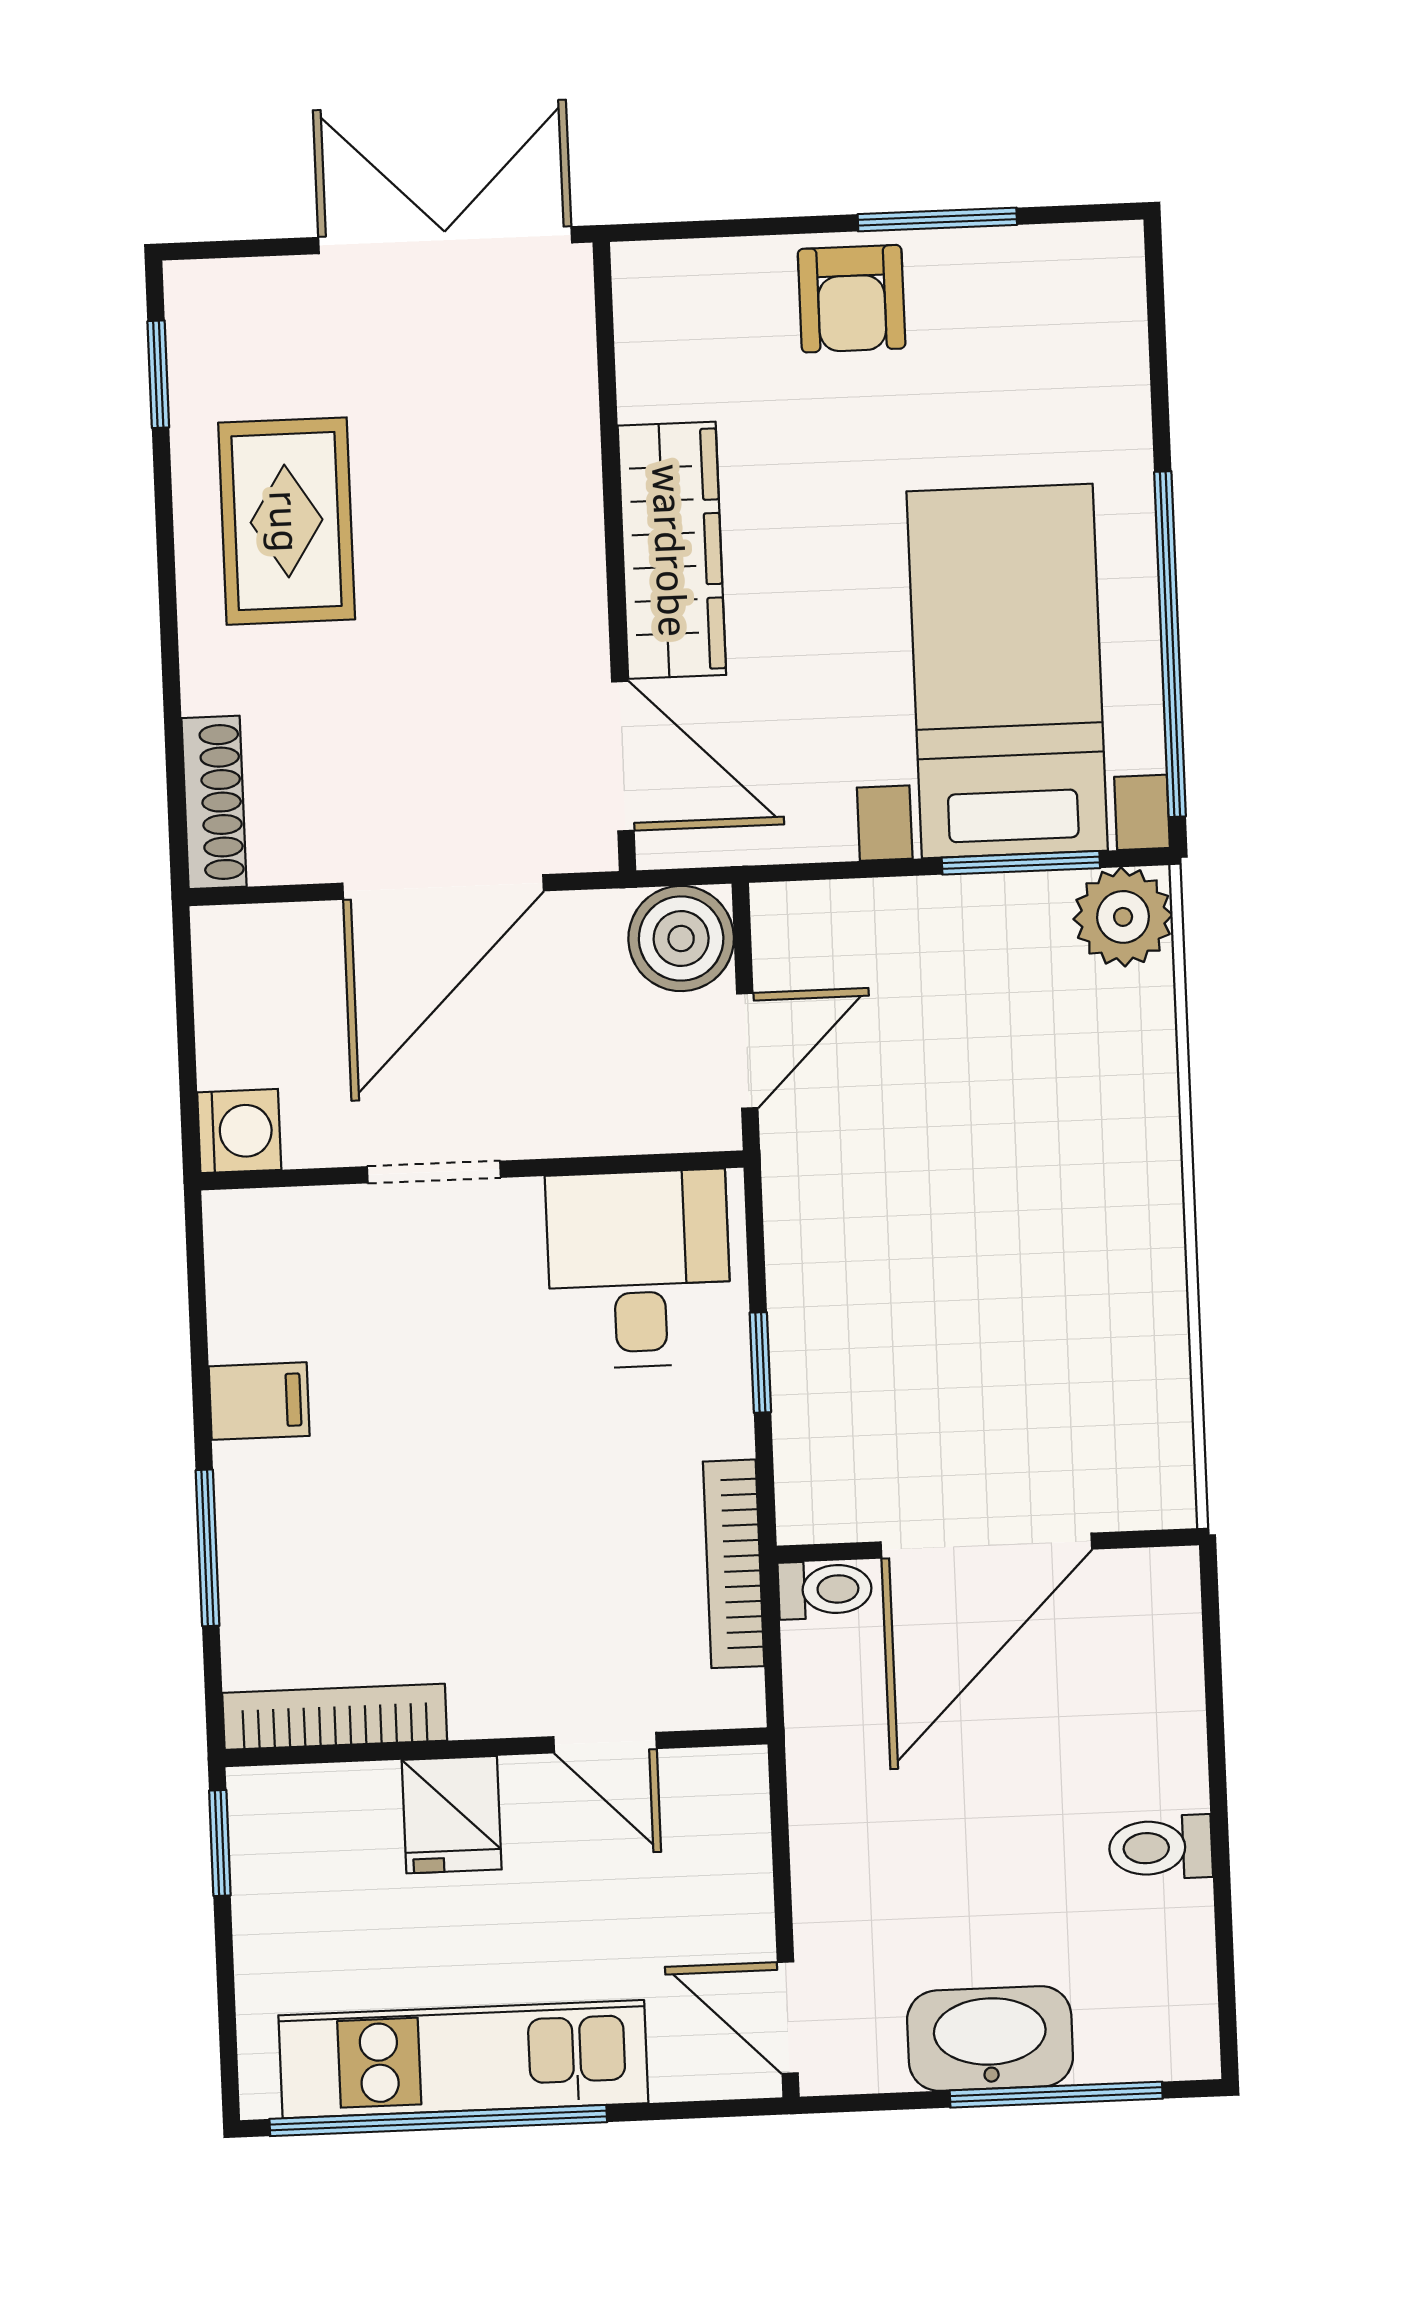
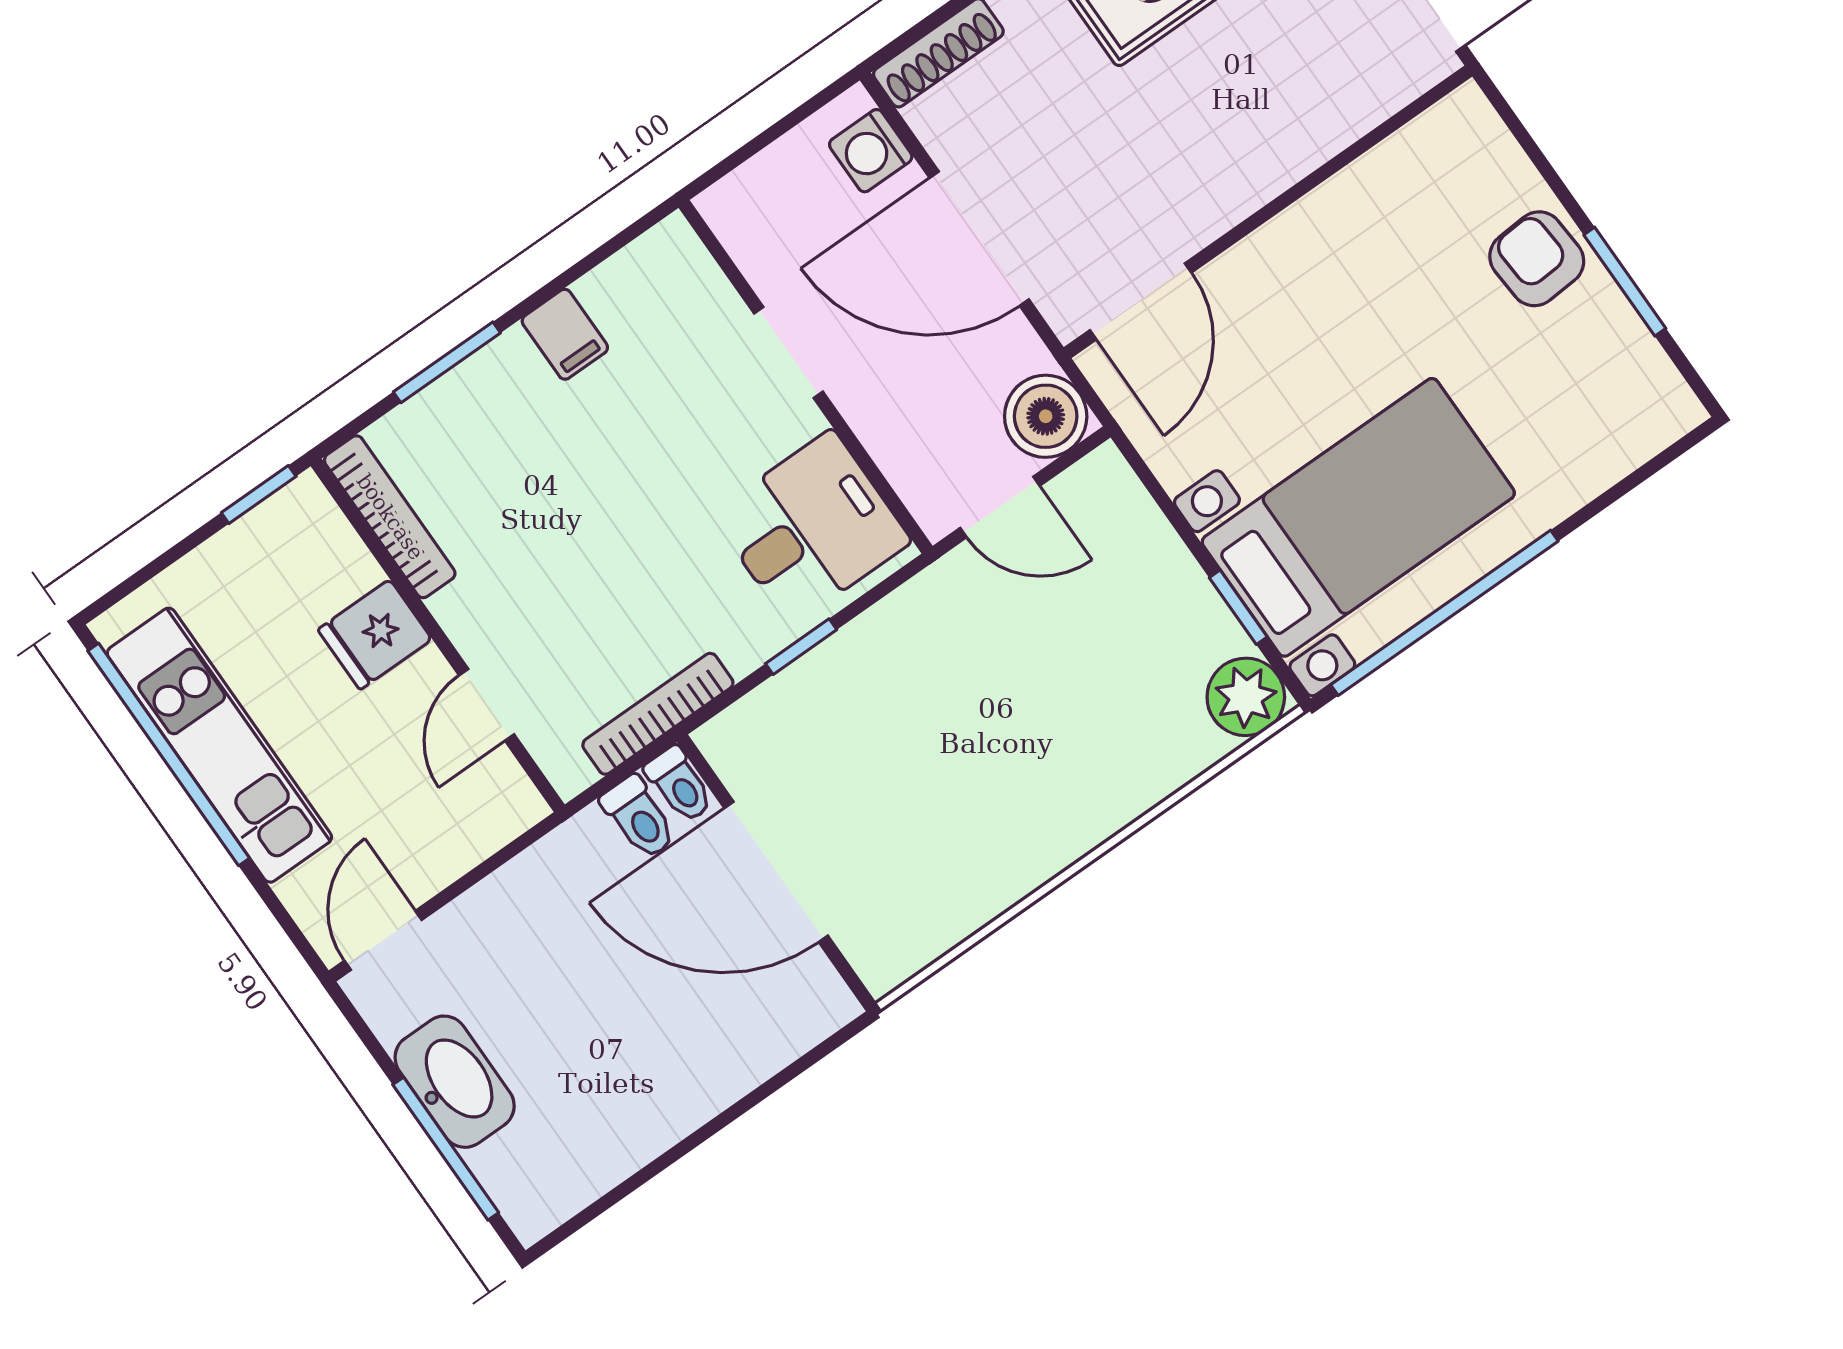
armchair: (852, 299) -> (1537, 259), turned 86
wardrobe: (672, 550) -> (1296, 247), removed
window: (1021, 863) -> (1238, 607), width x0.67
washing machine: (239, 1131) -> (871, 151), moved, turned 90
toilet: (1161, 1848) -> (639, 817), moved, turned 180

